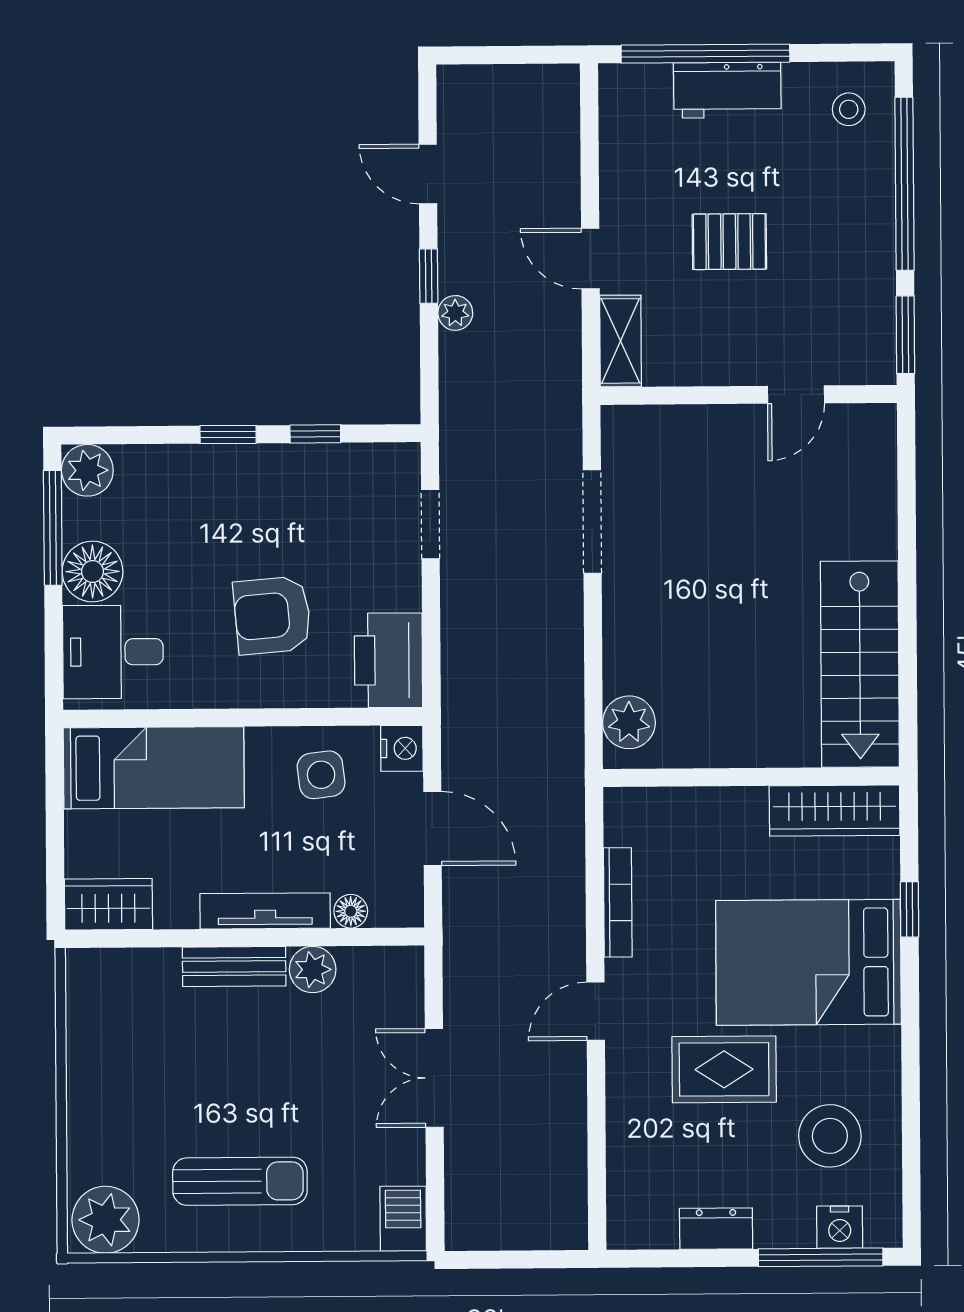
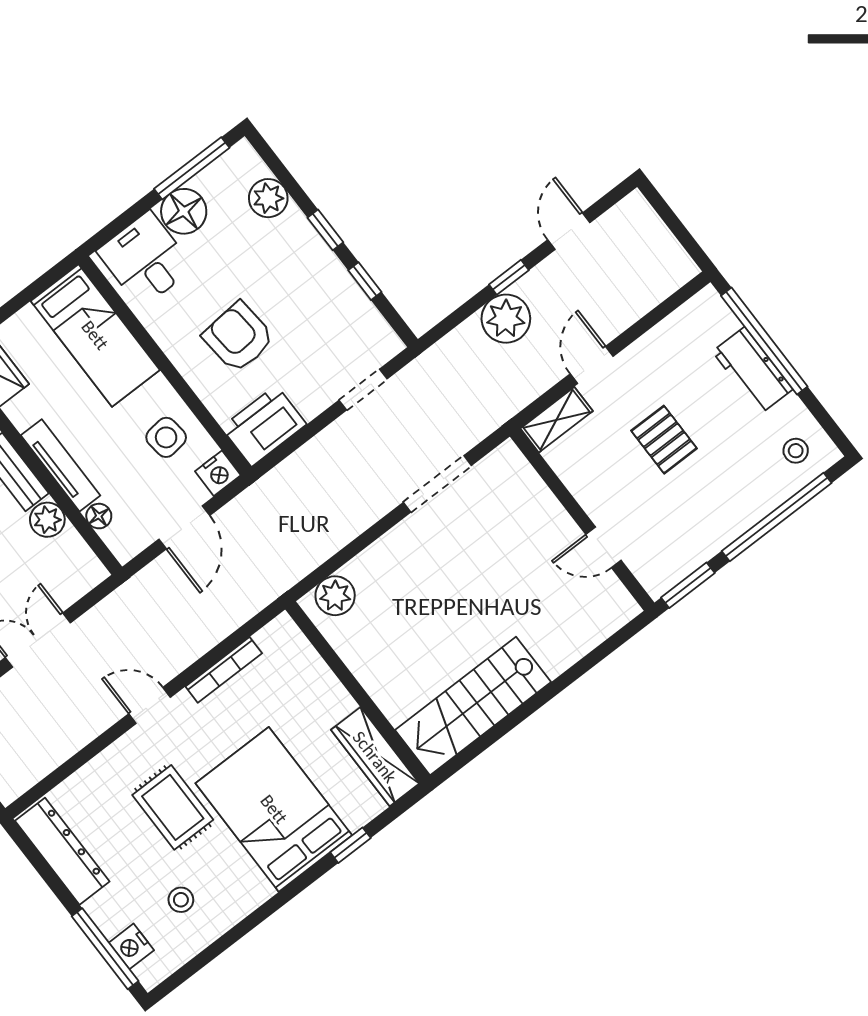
plant: (455, 313) -> (506, 319), width x1.88, depth x1.88
plant: (87, 470) -> (268, 198), moved
stool: (830, 1136) -> (181, 900), width x0.53, depth x0.53
dresser: (716, 1229) -> (62, 851), width x1.96, depth x1.24

